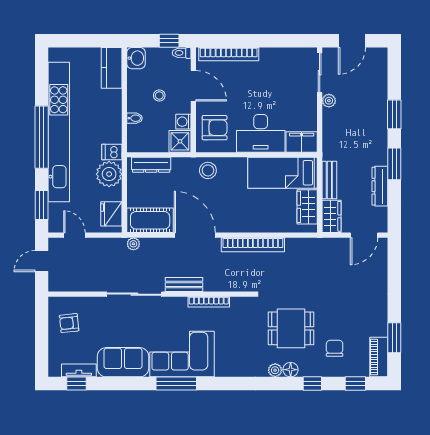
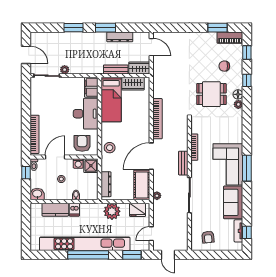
kitchen counter: (112, 68) -> (55, 210), moved
dishwasher: (112, 152) -> (74, 210), moved
dining table: (291, 328) -> (211, 94), turned 90

